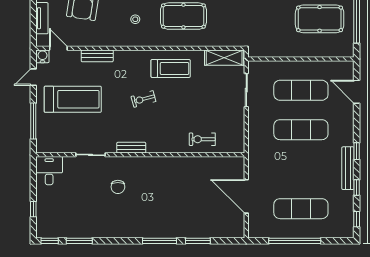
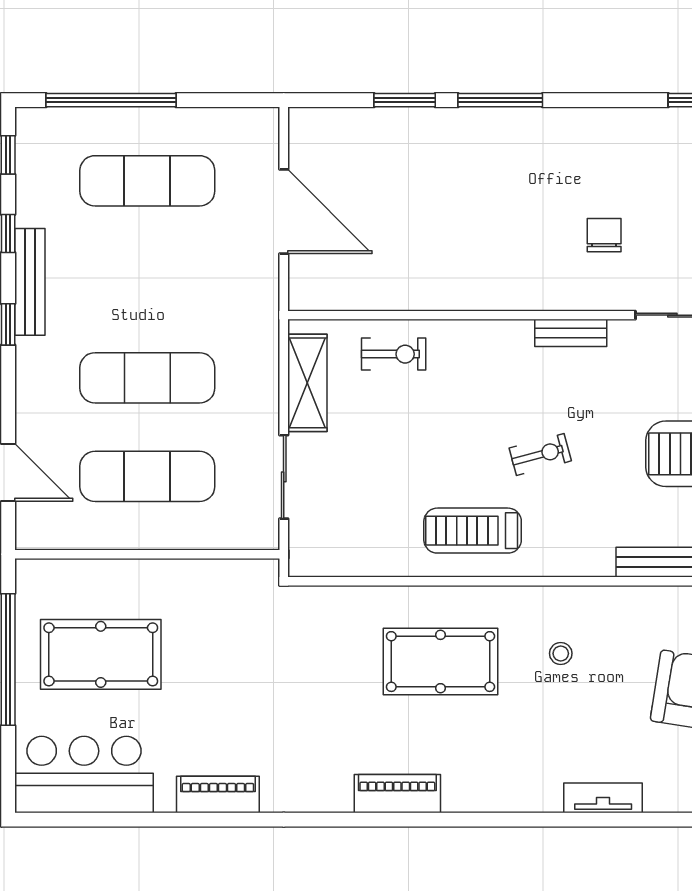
shelving: (224, 58) -> (307, 383), moved, turned 90
window: (295, 241) -> (111, 100), moved

